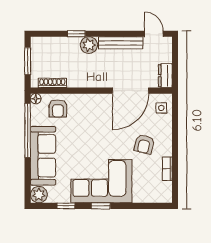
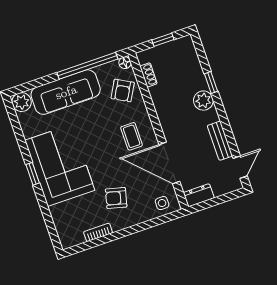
bench: (121, 43) -> (220, 141), width x0.73
window: (28, 61) -> (163, 40), width x0.67
shoe rack: (52, 83) -> (148, 75), width x0.70
armchair: (58, 108) -> (123, 90), turned -61
coffee table: (98, 114) -> (132, 136), added
window: (66, 206) -> (20, 136), removed

